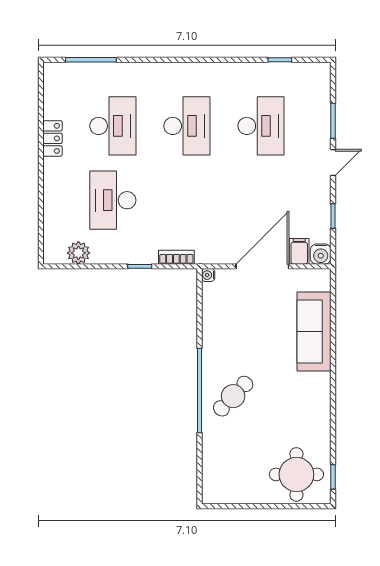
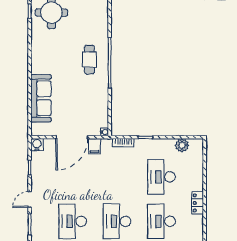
locker: (52, 138) -> (198, 203), moved
desk: (113, 200) -> (161, 177), turned 180
filing cabinet: (299, 251) -> (94, 146), moved
cafe table: (233, 396) -> (89, 60), turned -44

